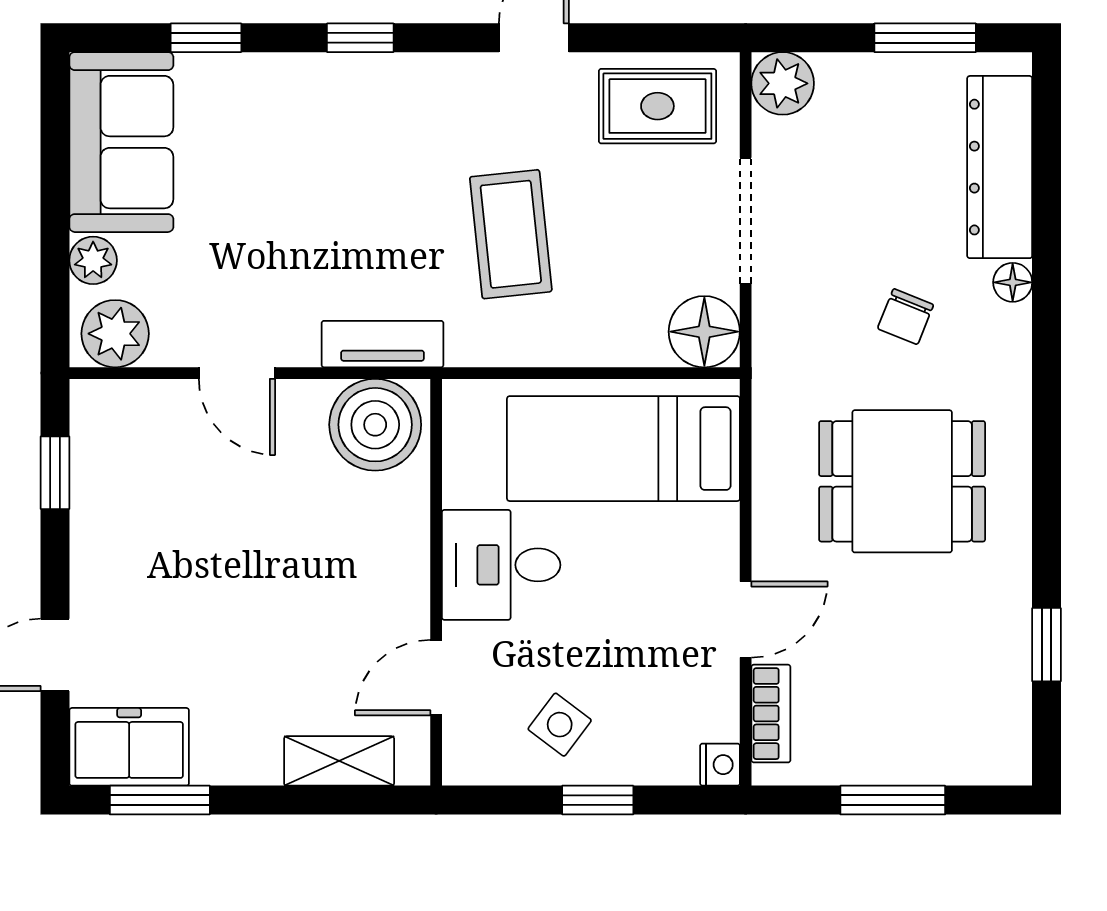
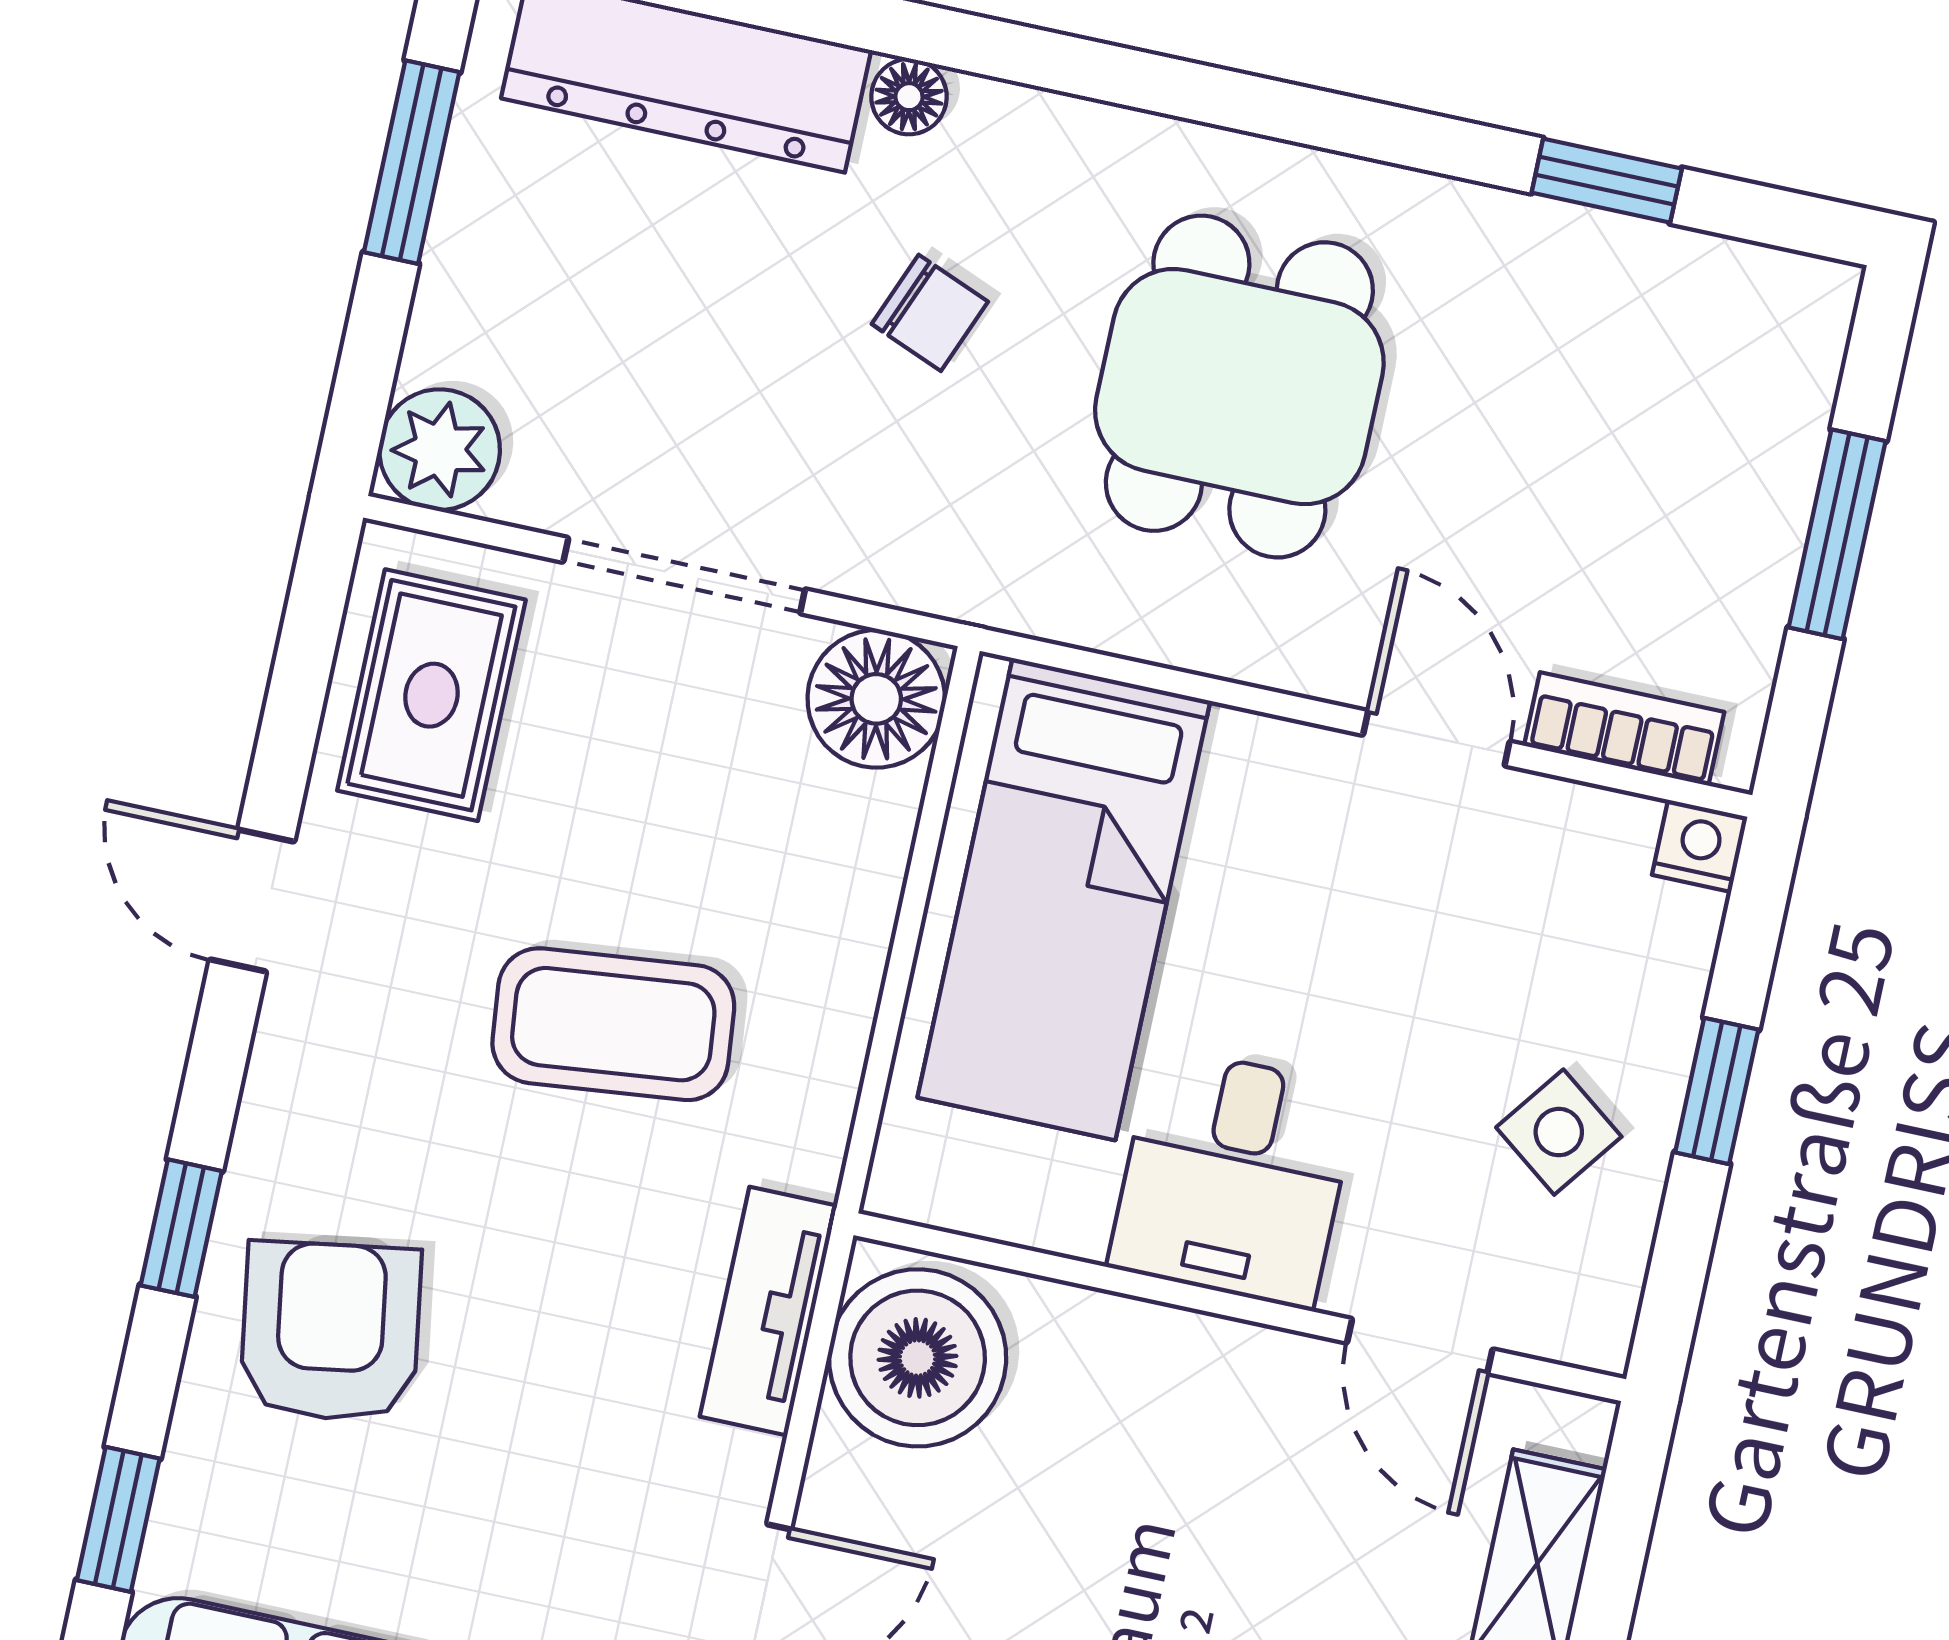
armchair: (324, 125) -> (331, 1331), added

